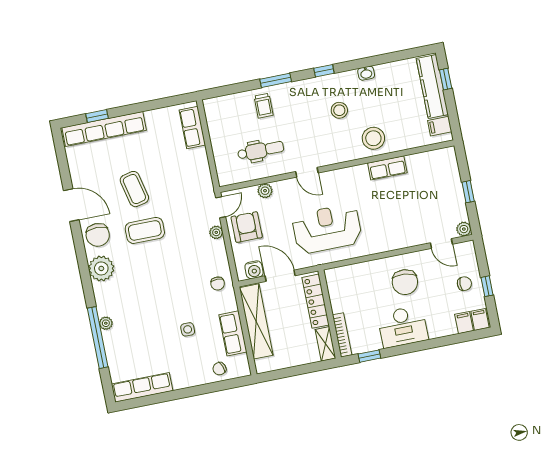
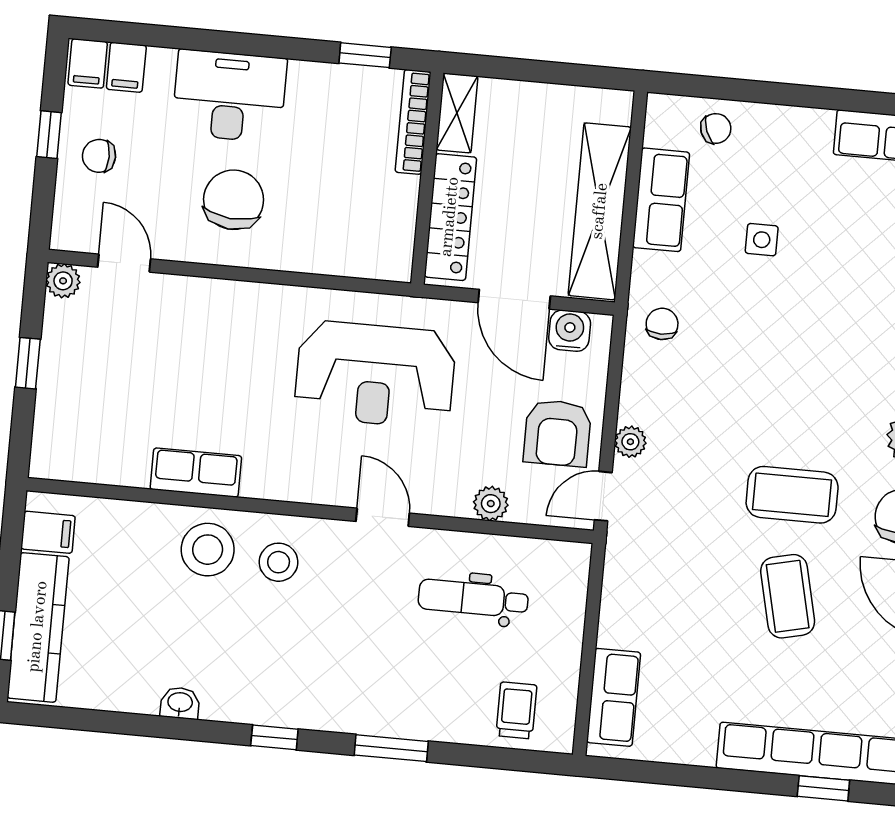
trolley: (264, 106) -> (516, 710), moved
stool: (339, 110) -> (279, 562), moved
desk: (403, 327) -> (229, 96), moved

